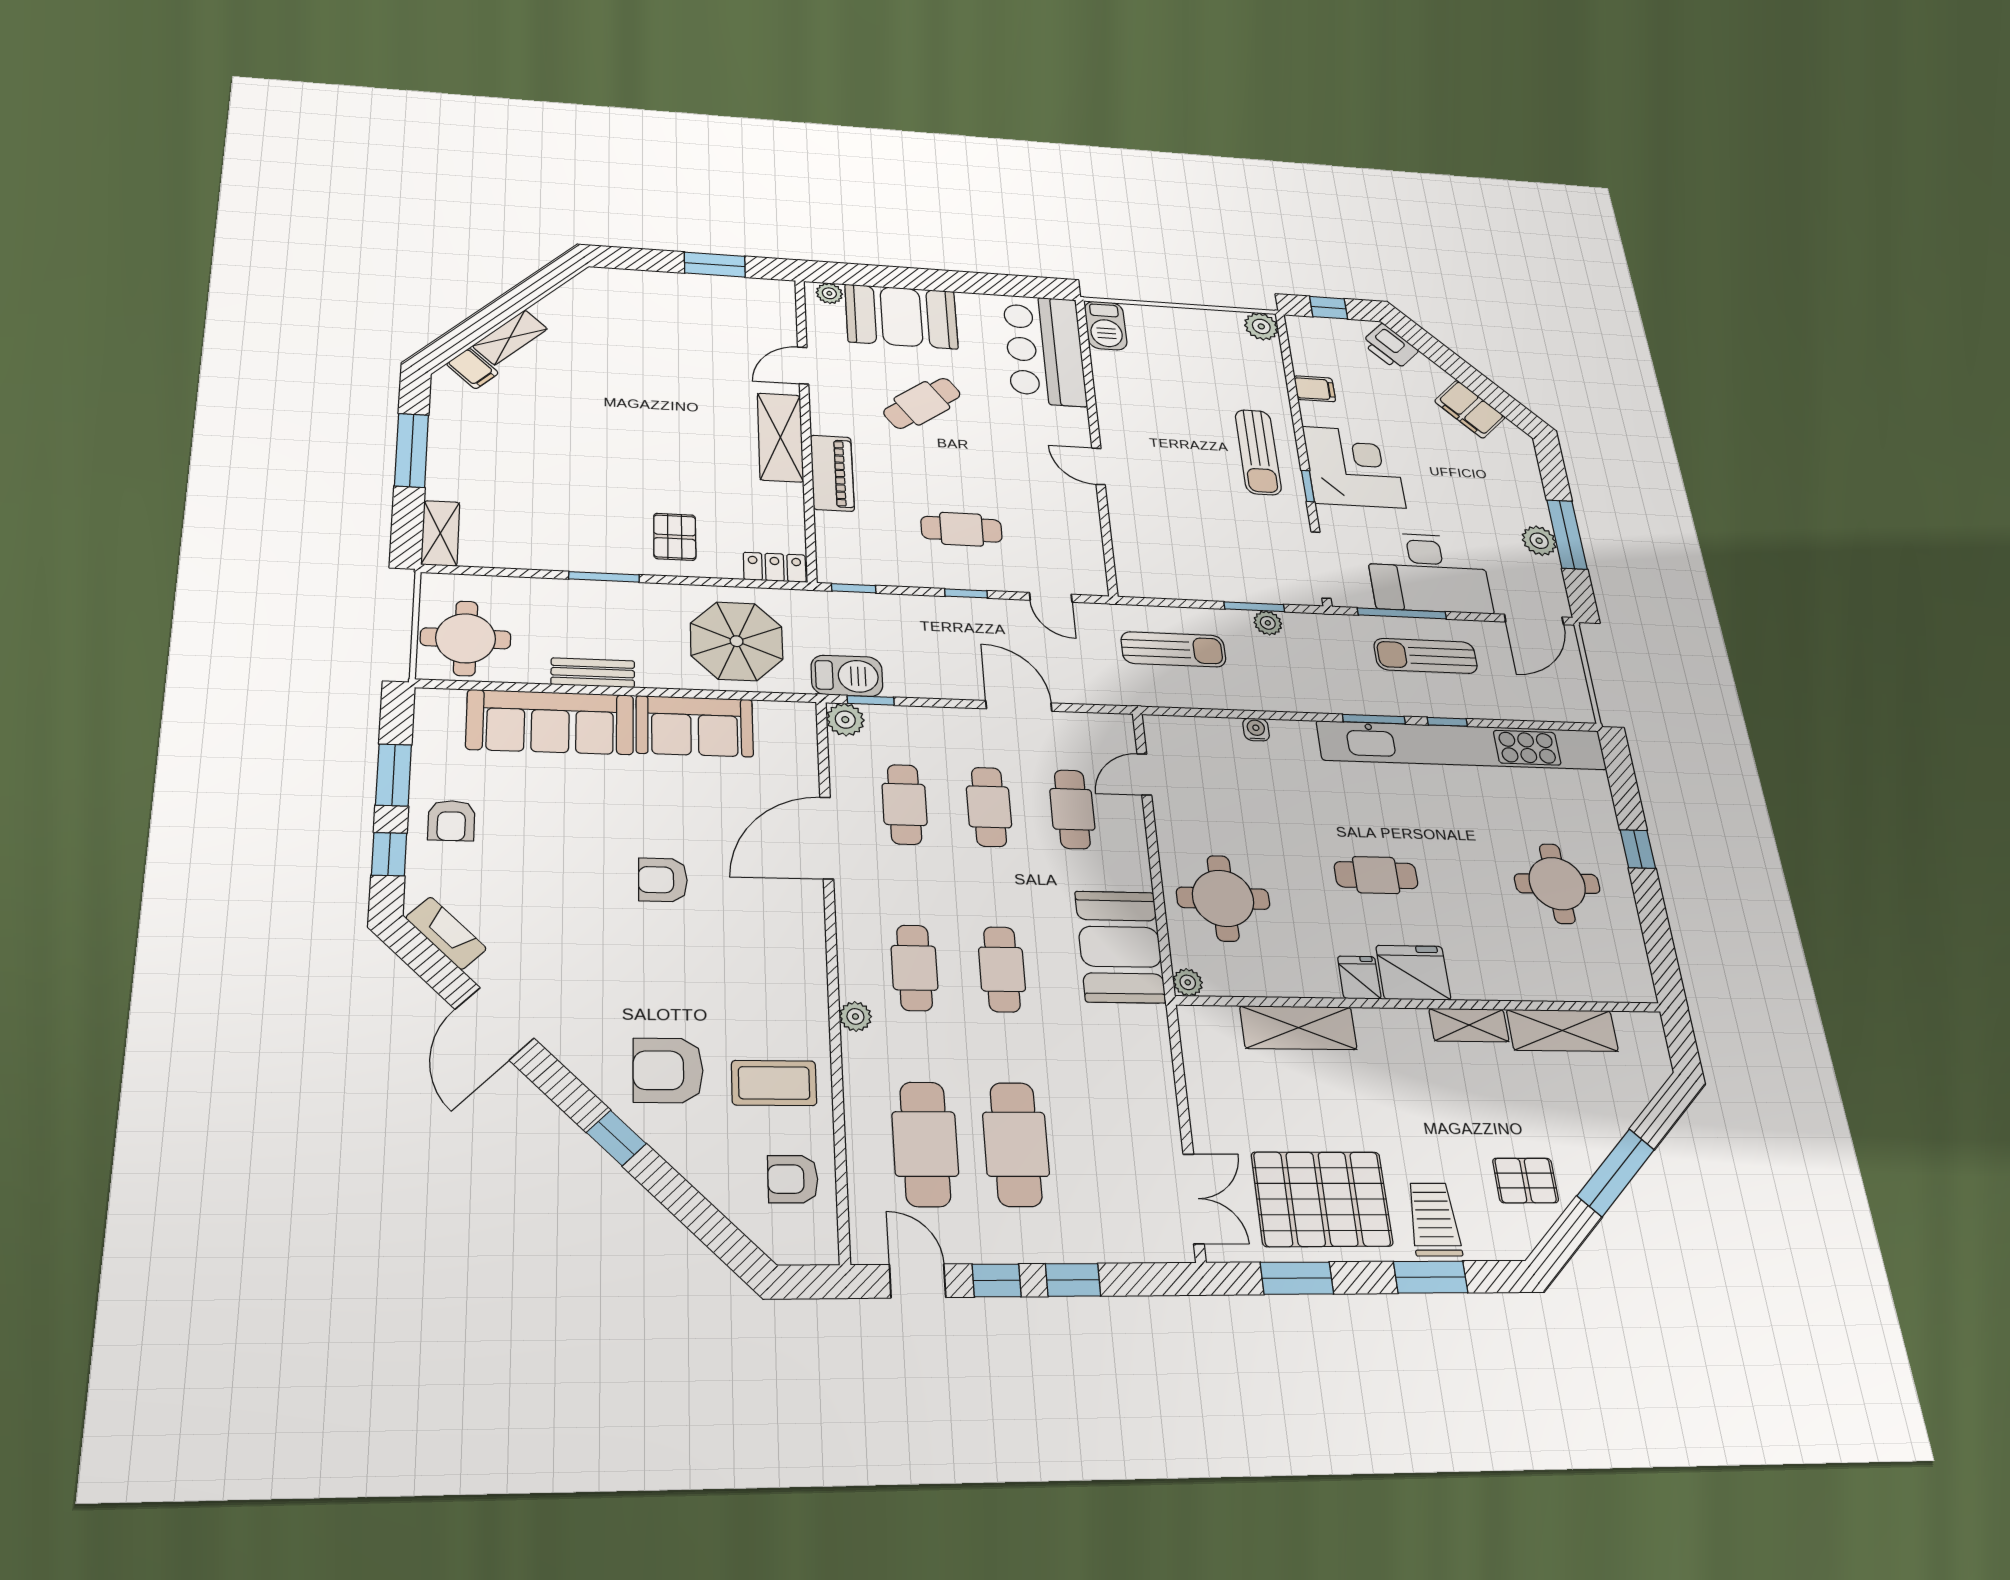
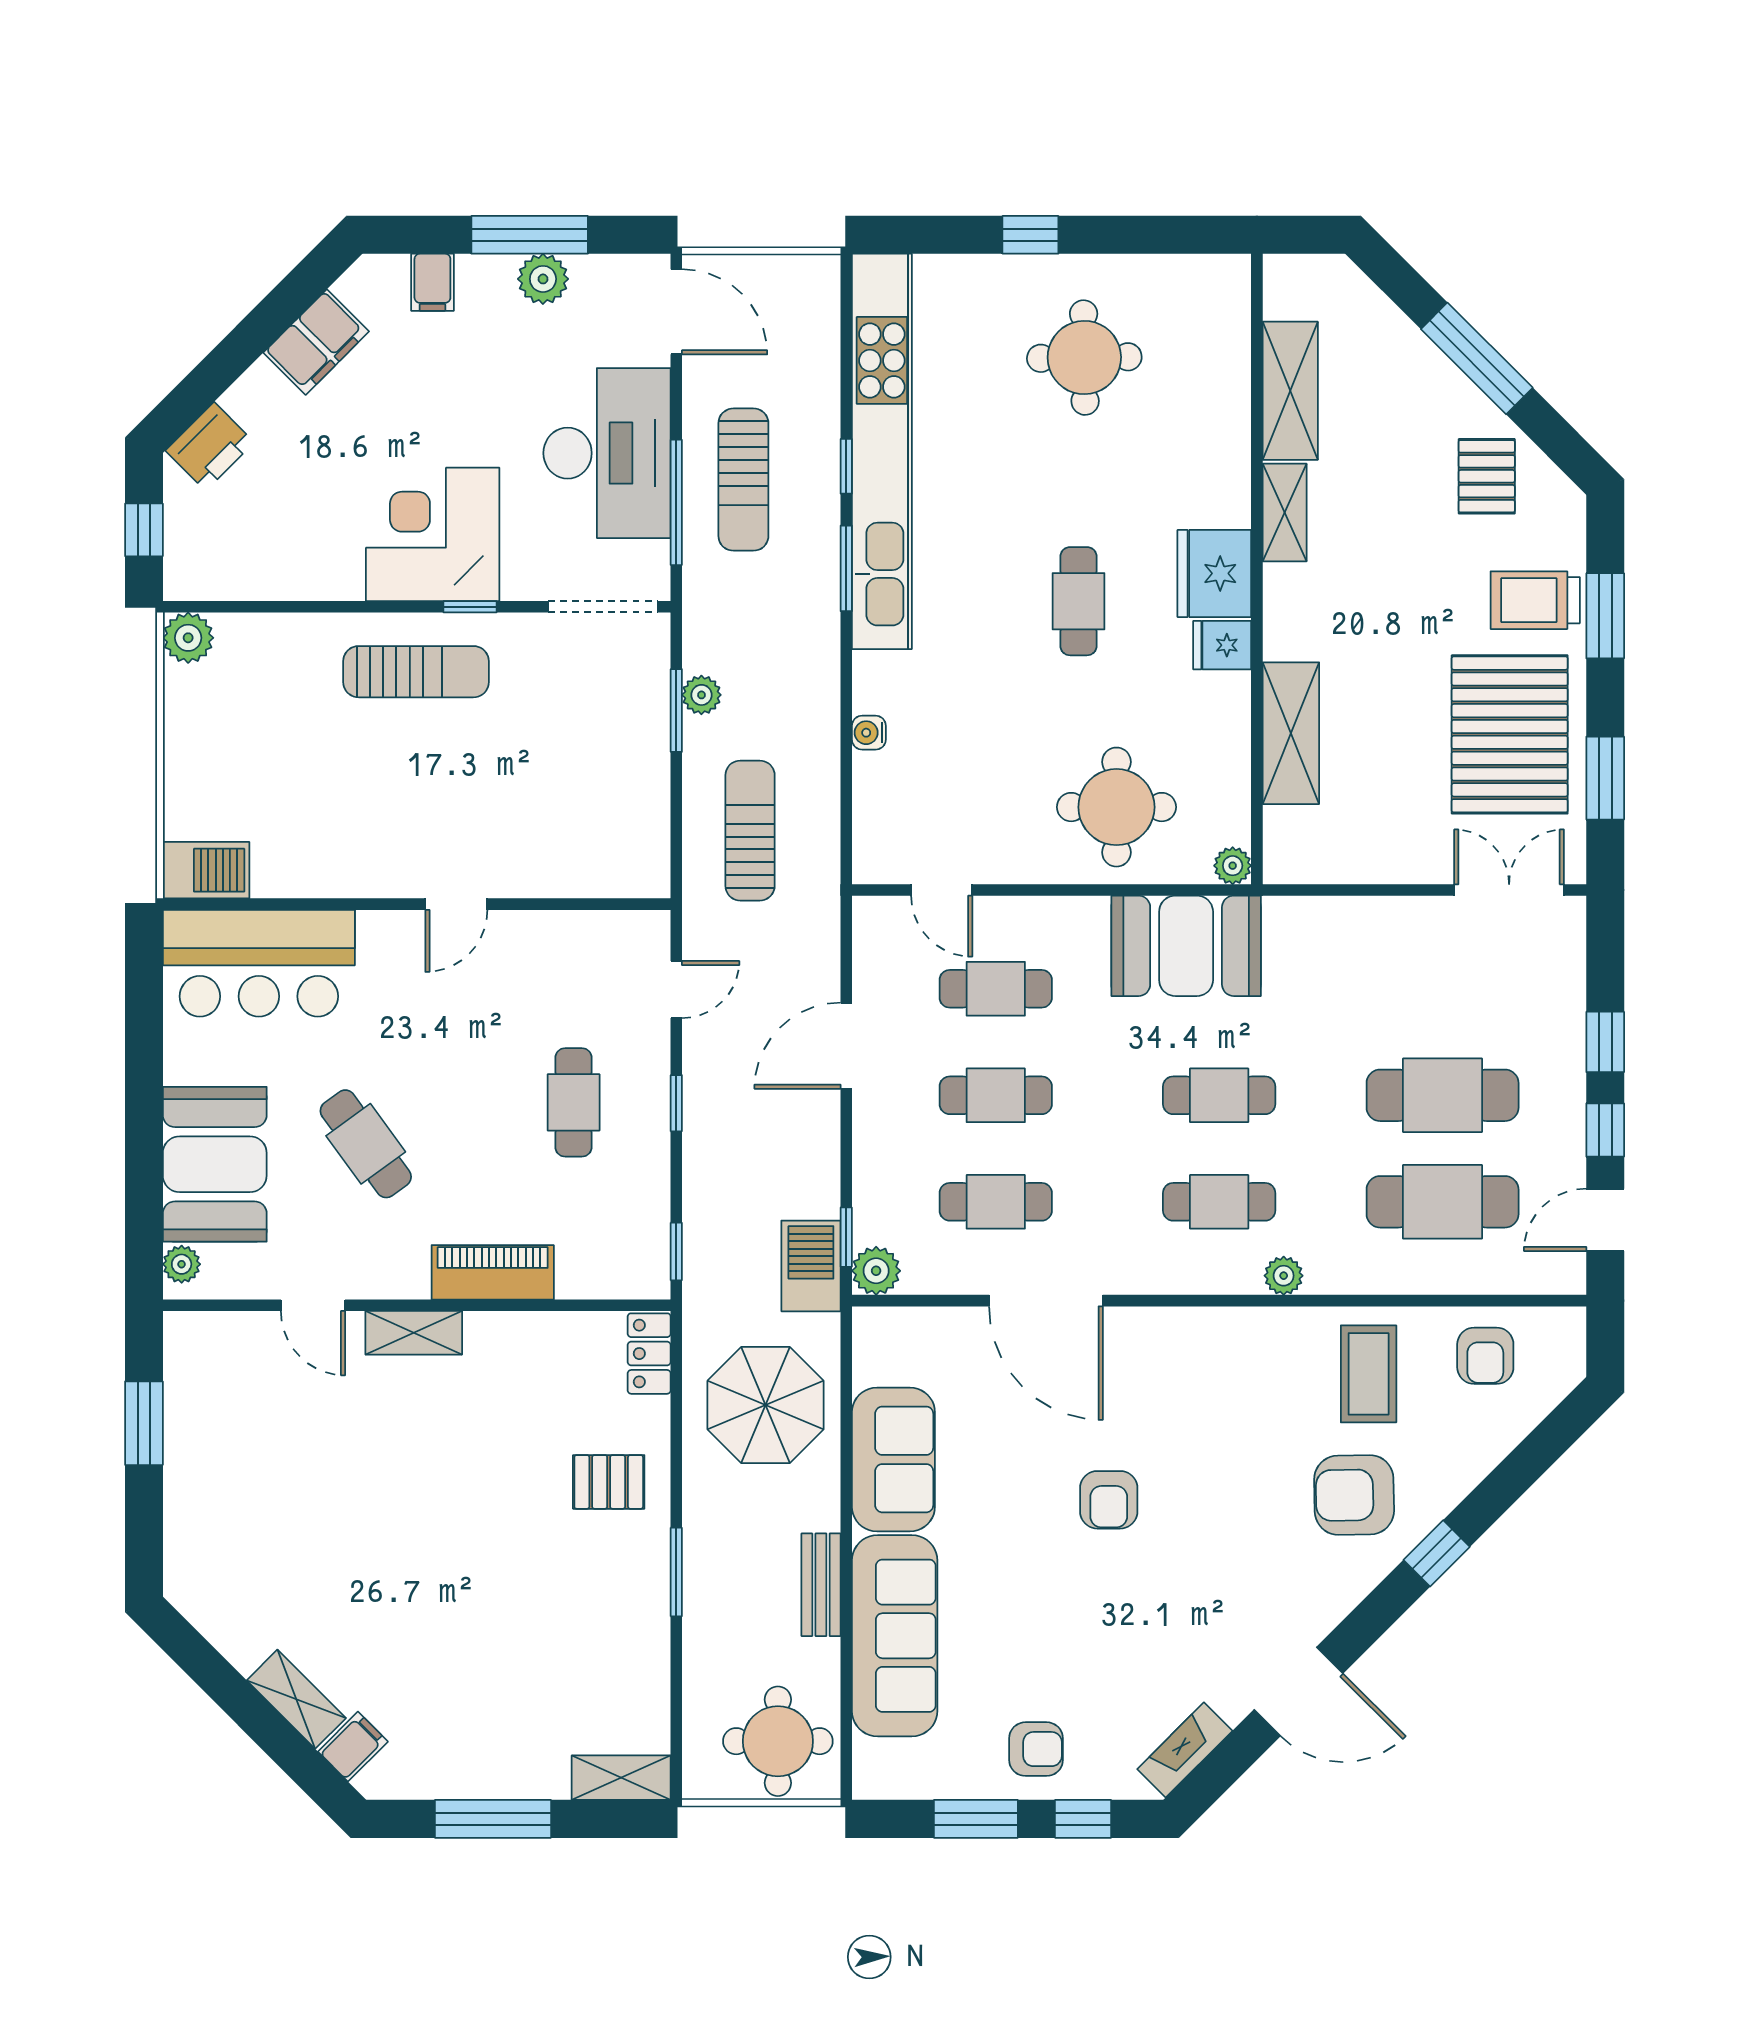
filing cabinet: (1315, 389) -> (432, 282), moved, turned 180
shelving: (780, 437) -> (414, 1333), width x0.67, depth x0.75
armchair: (668, 1070) -> (1354, 1495), turned 89

